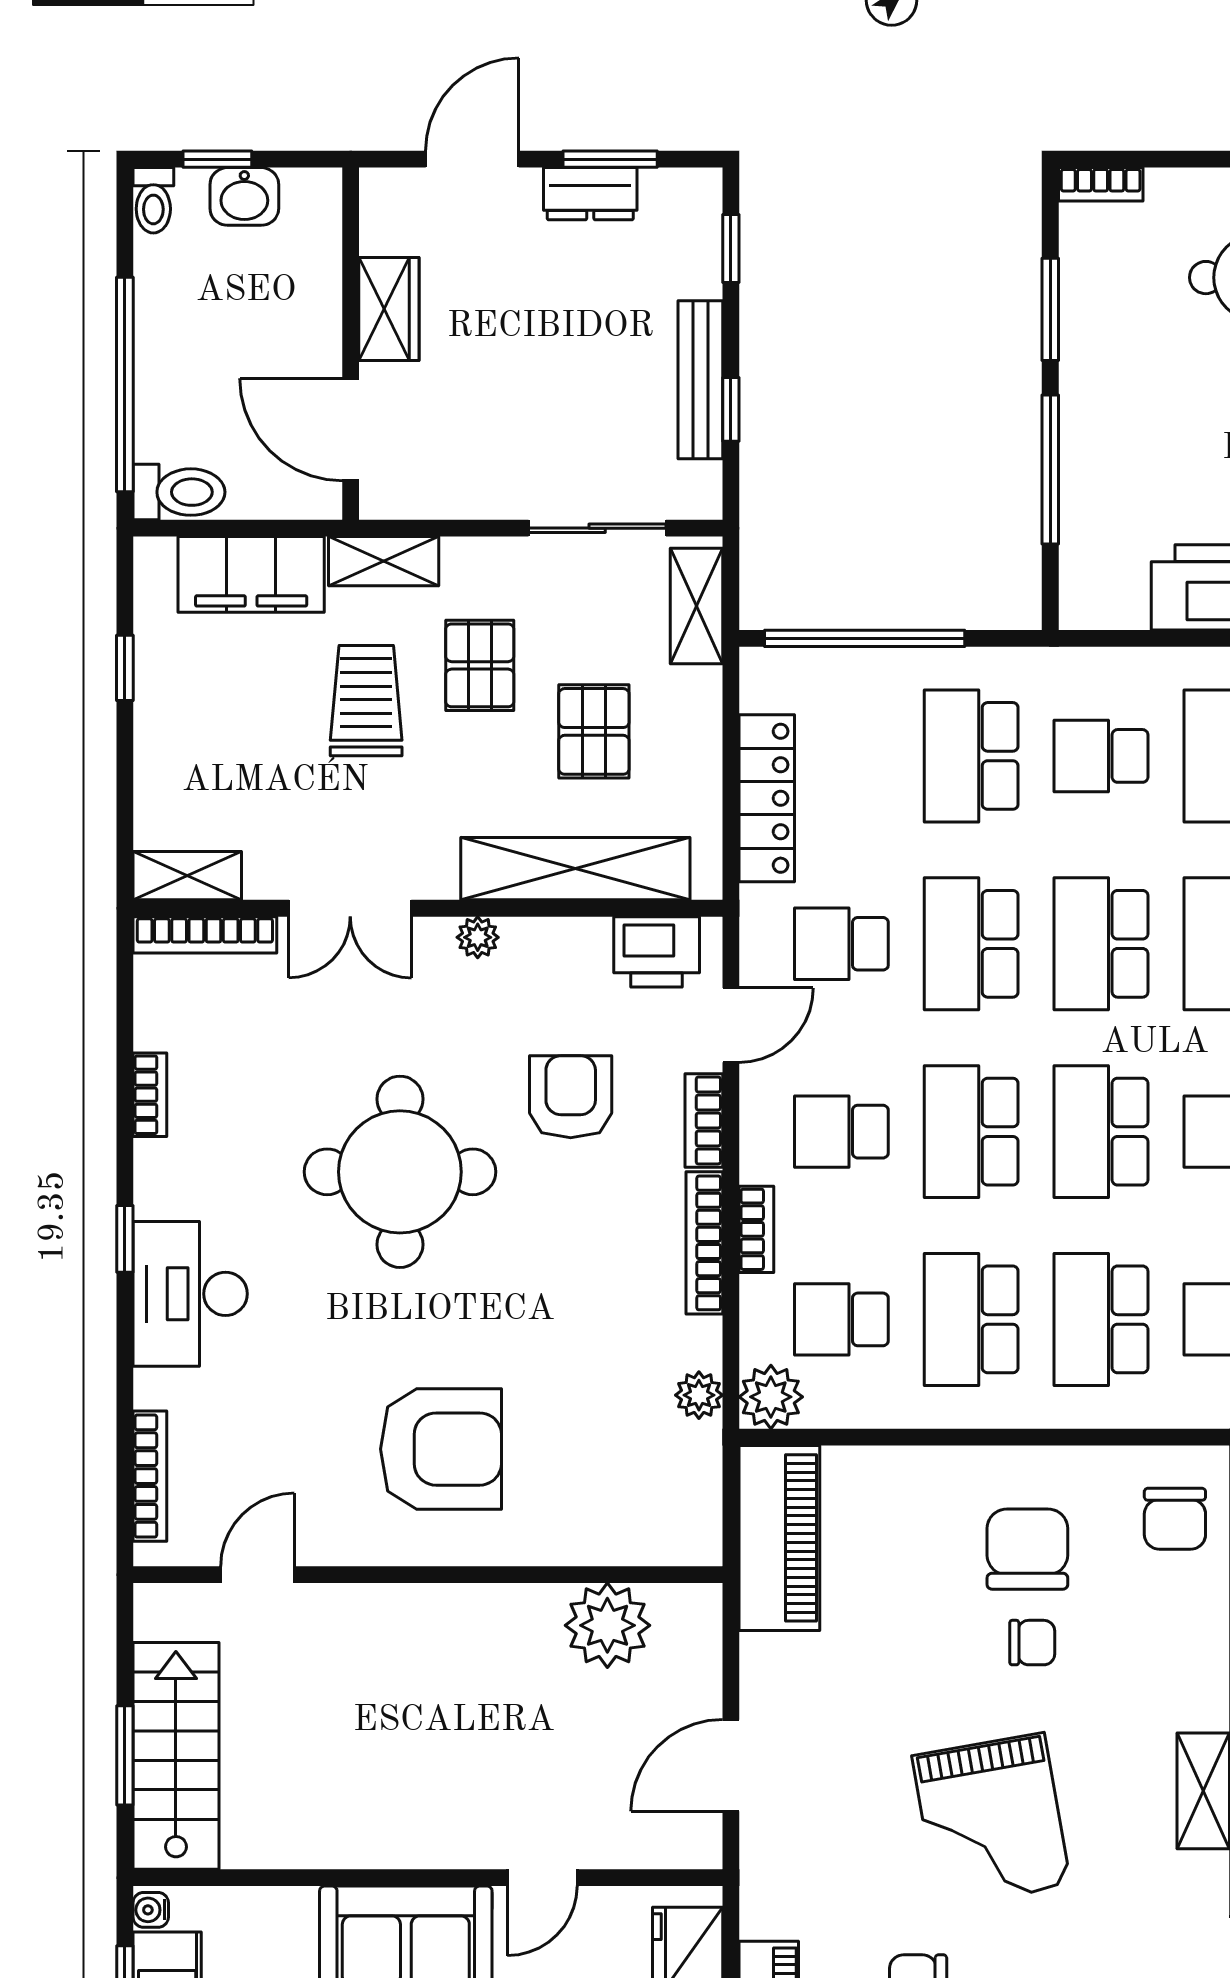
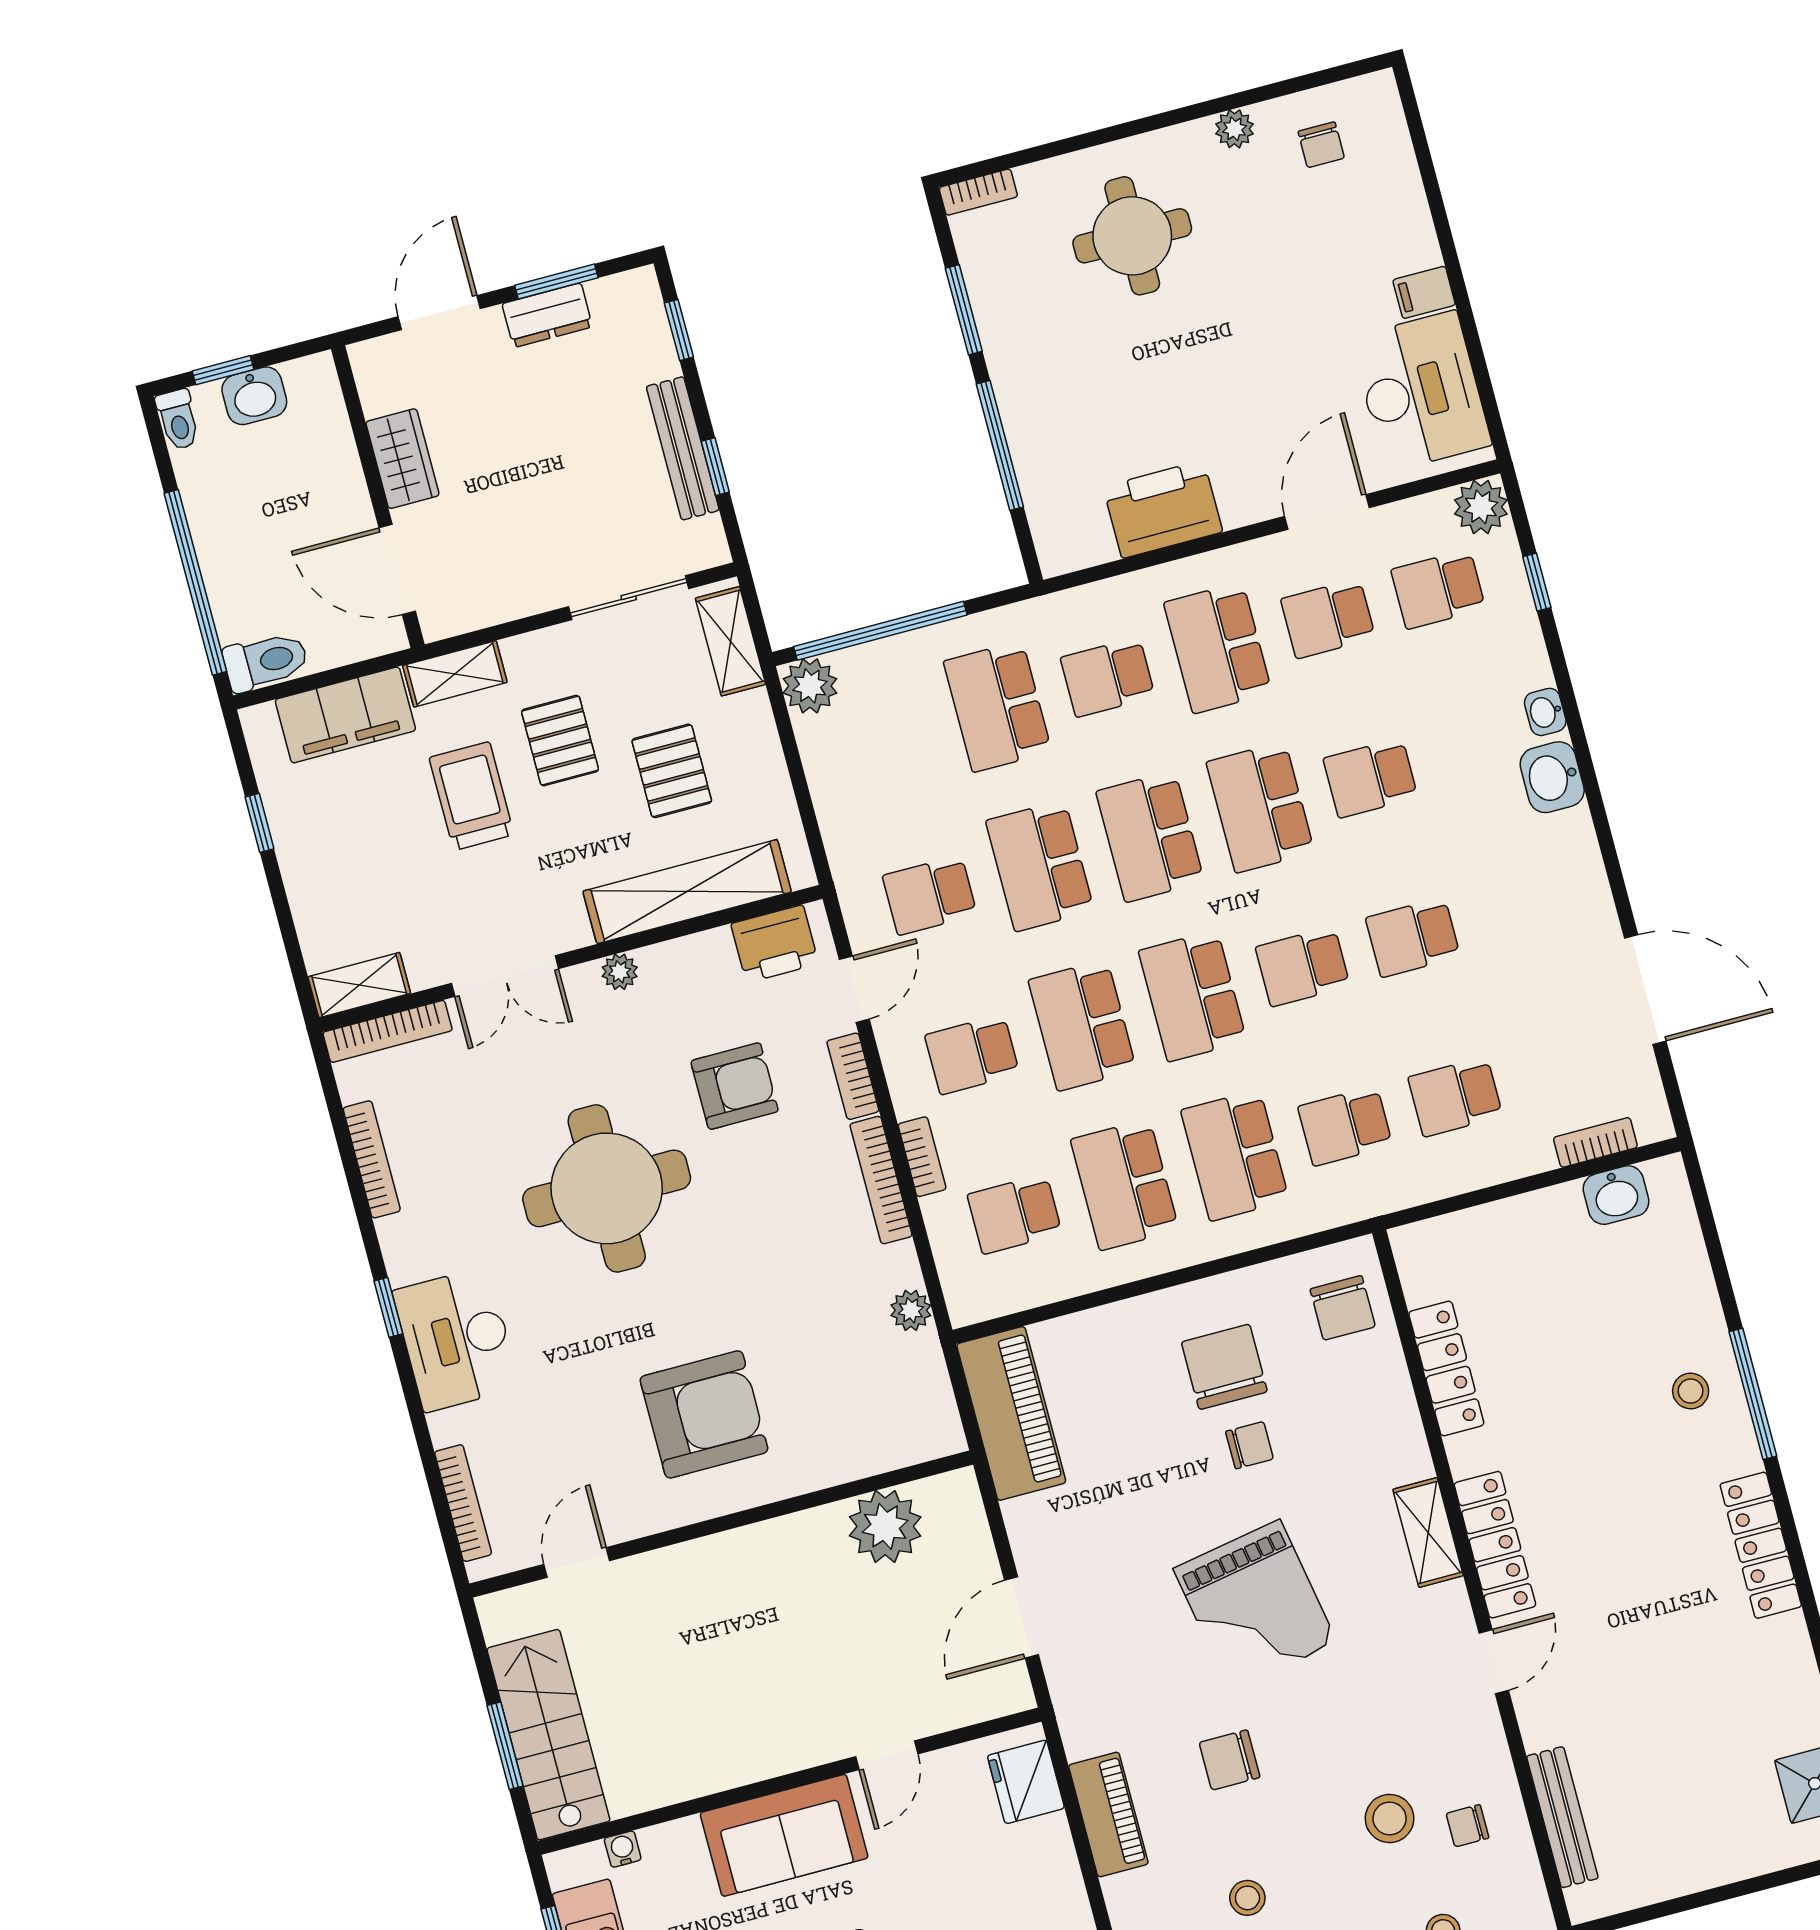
locker: (767, 798) -> (834, 789), removed
bookcase: (150, 1095) -> (372, 1159), width x1.56
armchair: (571, 1097) -> (735, 1086), turned 90
plant: (771, 1397) -> (810, 686), moved
water cooler: (151, 1910) -> (623, 1849), moved, turned 90

